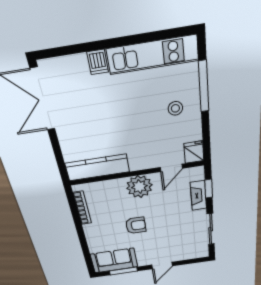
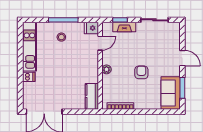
window: (204, 87) -> (63, 20), moved
kitchen counter: (97, 168) -> (92, 96), width x0.67
door: (171, 168) -> (100, 43), hinge flipped
plant: (139, 187) -> (106, 69), width x0.53, depth x0.53

